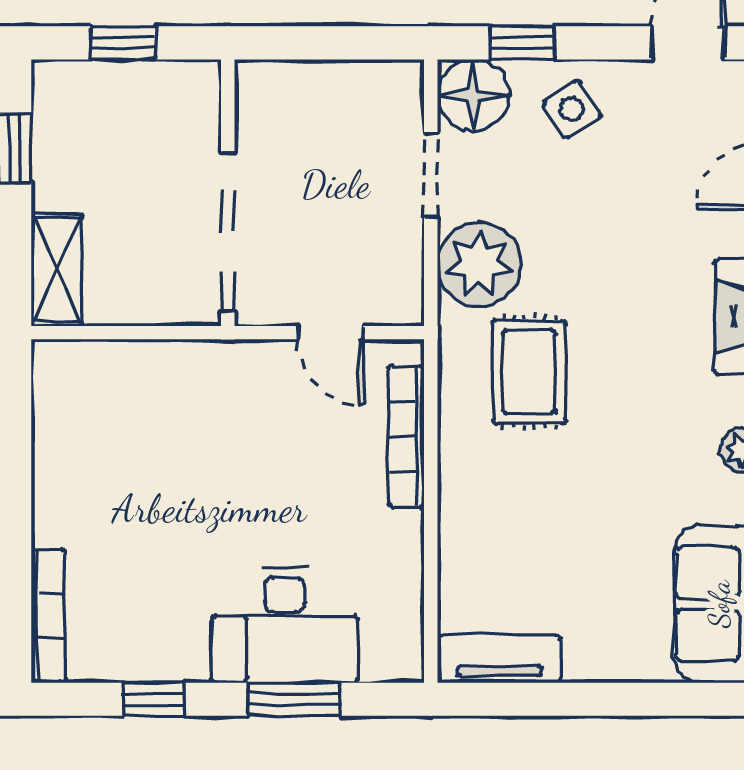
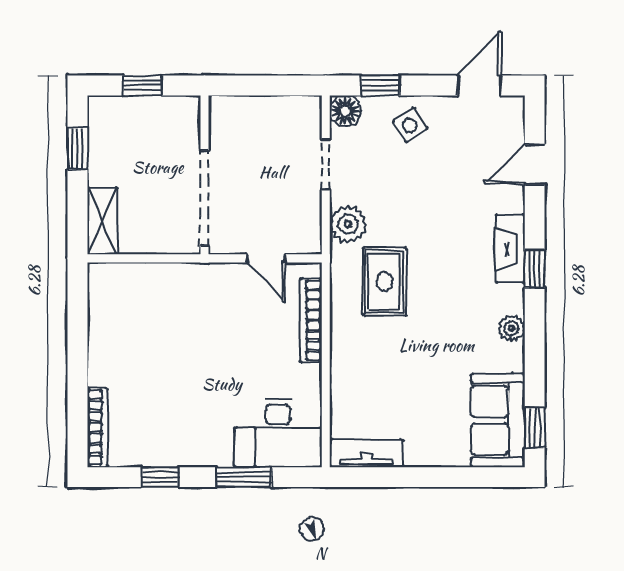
floor lamp: (473, 95) -> (345, 111), width x0.73, depth x0.73
plant: (479, 264) -> (348, 224), width x0.73, depth x0.73
desk: (285, 625) -> (278, 433), moved

